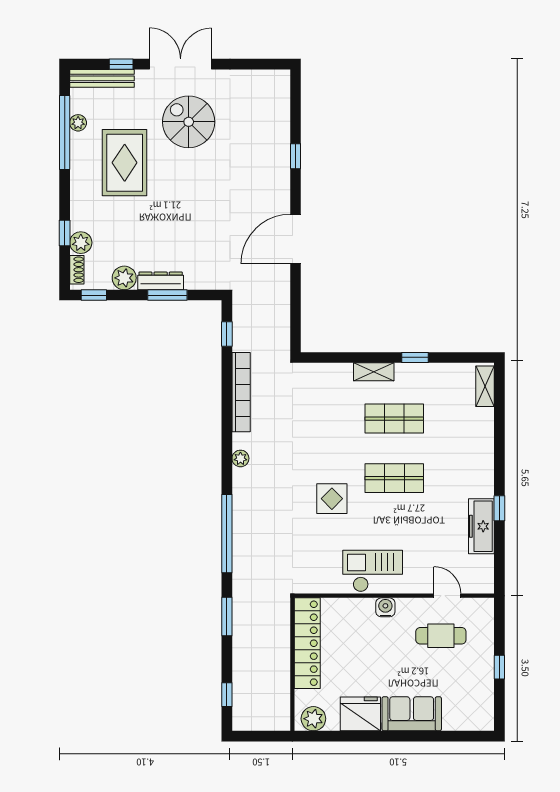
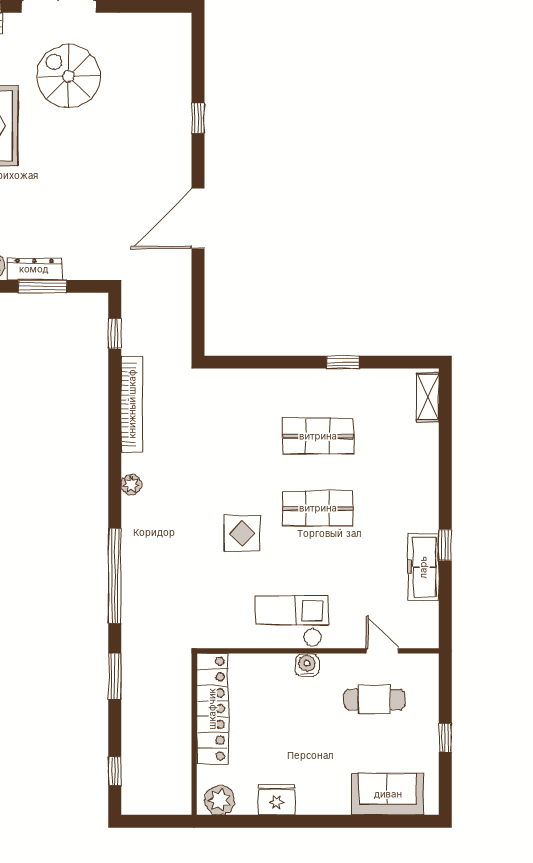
shelving: (374, 372) -> (293, 379), removed
fridge: (360, 714) -> (277, 800), width x0.73, depth x0.75
sofa: (412, 714) -> (388, 794), moved

